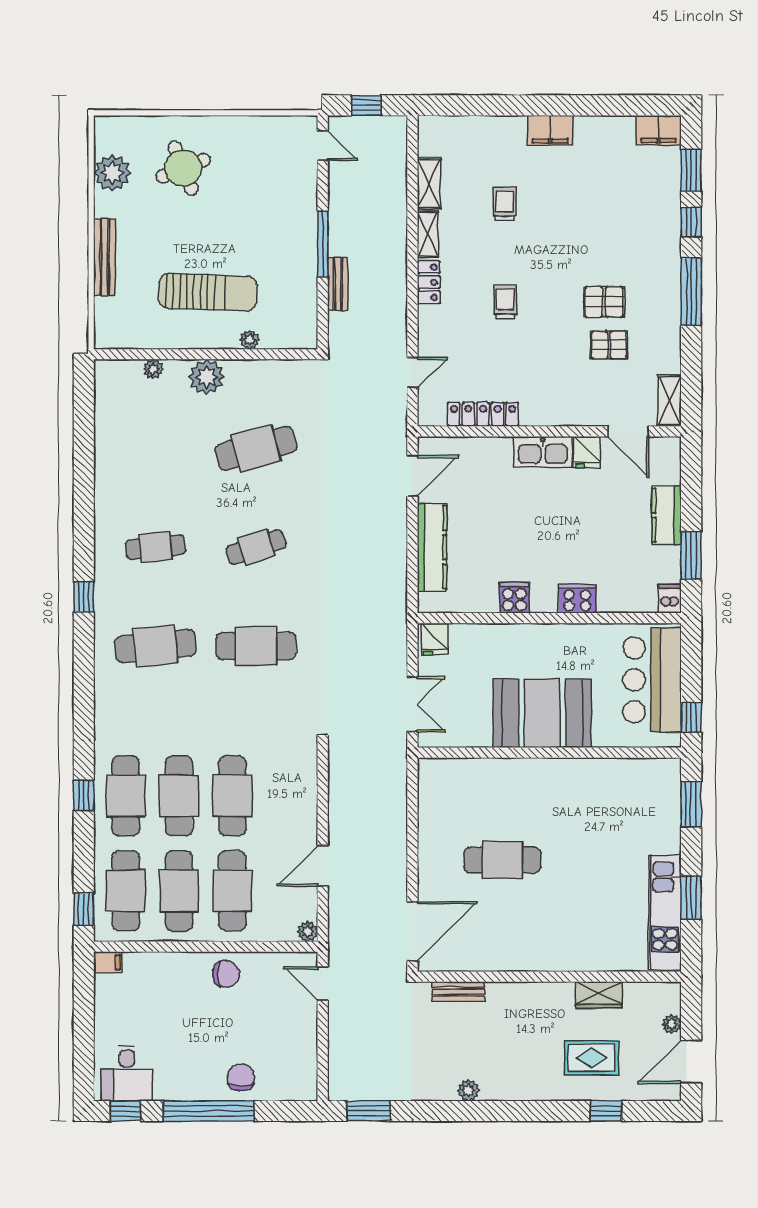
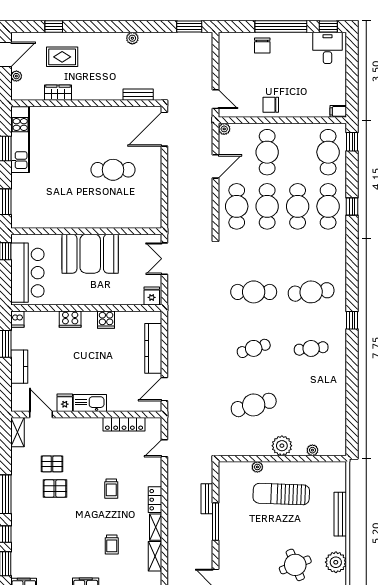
cafe table: (179, 891) -> (237, 206), moved

